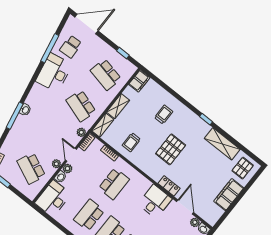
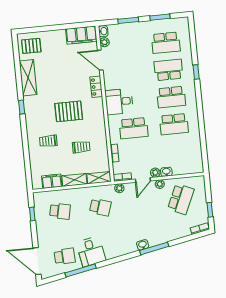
desk: (54, 73) -> (91, 251), width x0.73
school desk: (106, 75) -> (60, 211), width x0.54
filing cabinet: (139, 81) -> (52, 181), moved
school desk: (81, 106) -> (100, 207), width x0.54
trolley: (131, 142) -> (81, 147), moved
school desk: (114, 184) -> (134, 128), turned 180
filing cabinet: (229, 195) -> (81, 35), moved
desk: (53, 199) -> (187, 162), removed
desk: (155, 201) -> (119, 102), moved
door: (185, 207) -> (100, 60), hinge flipped

